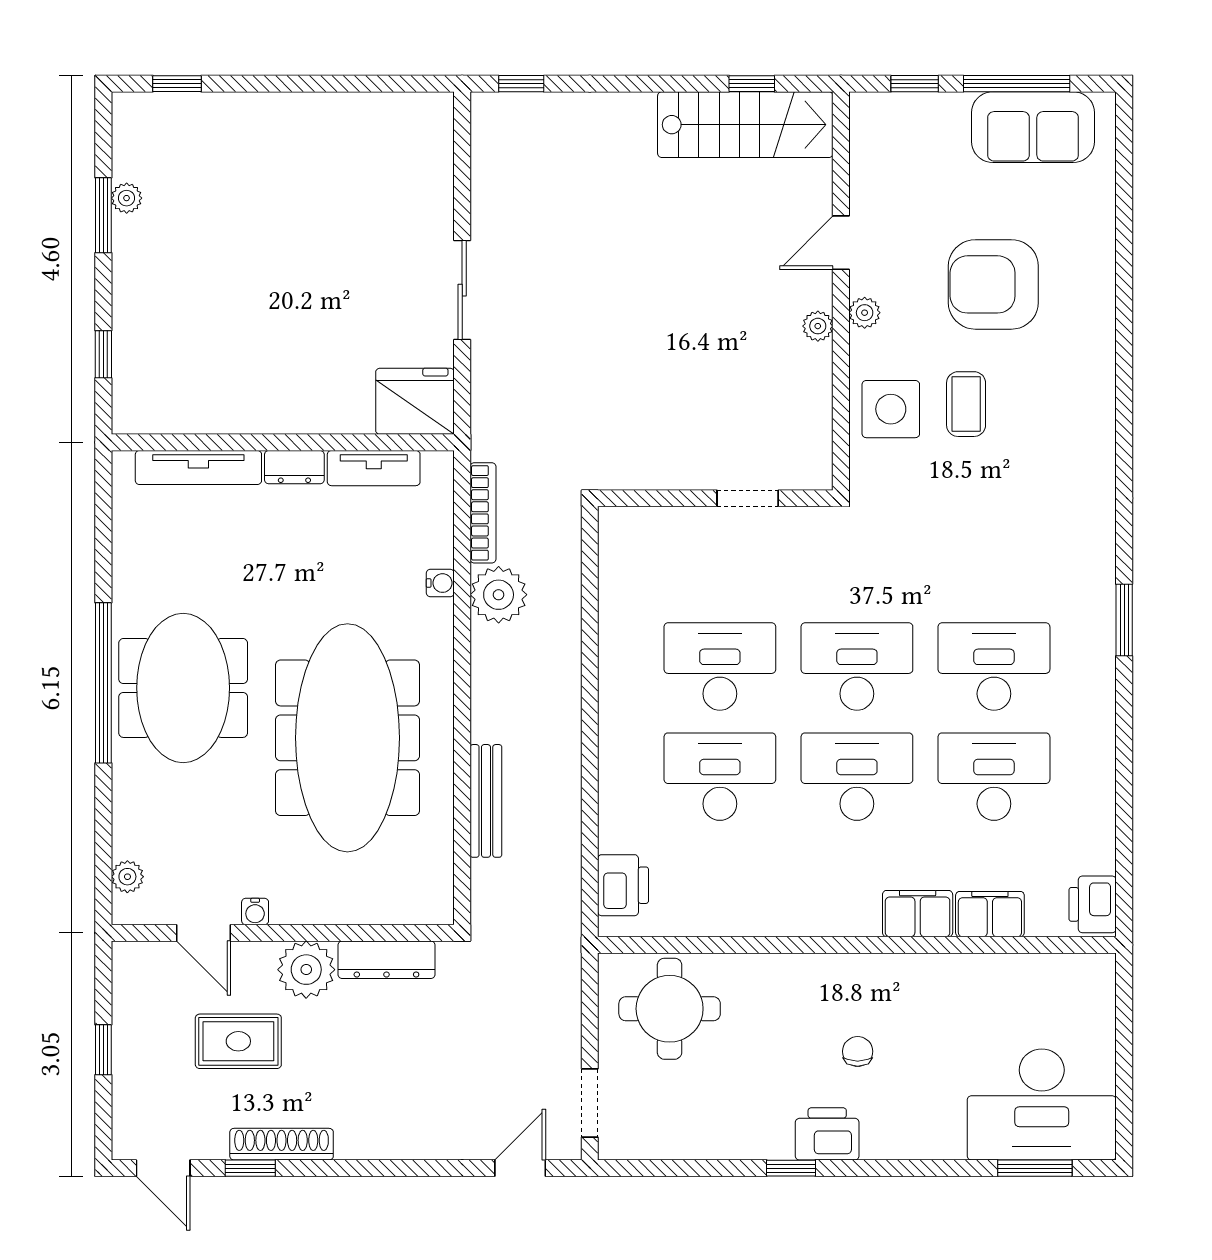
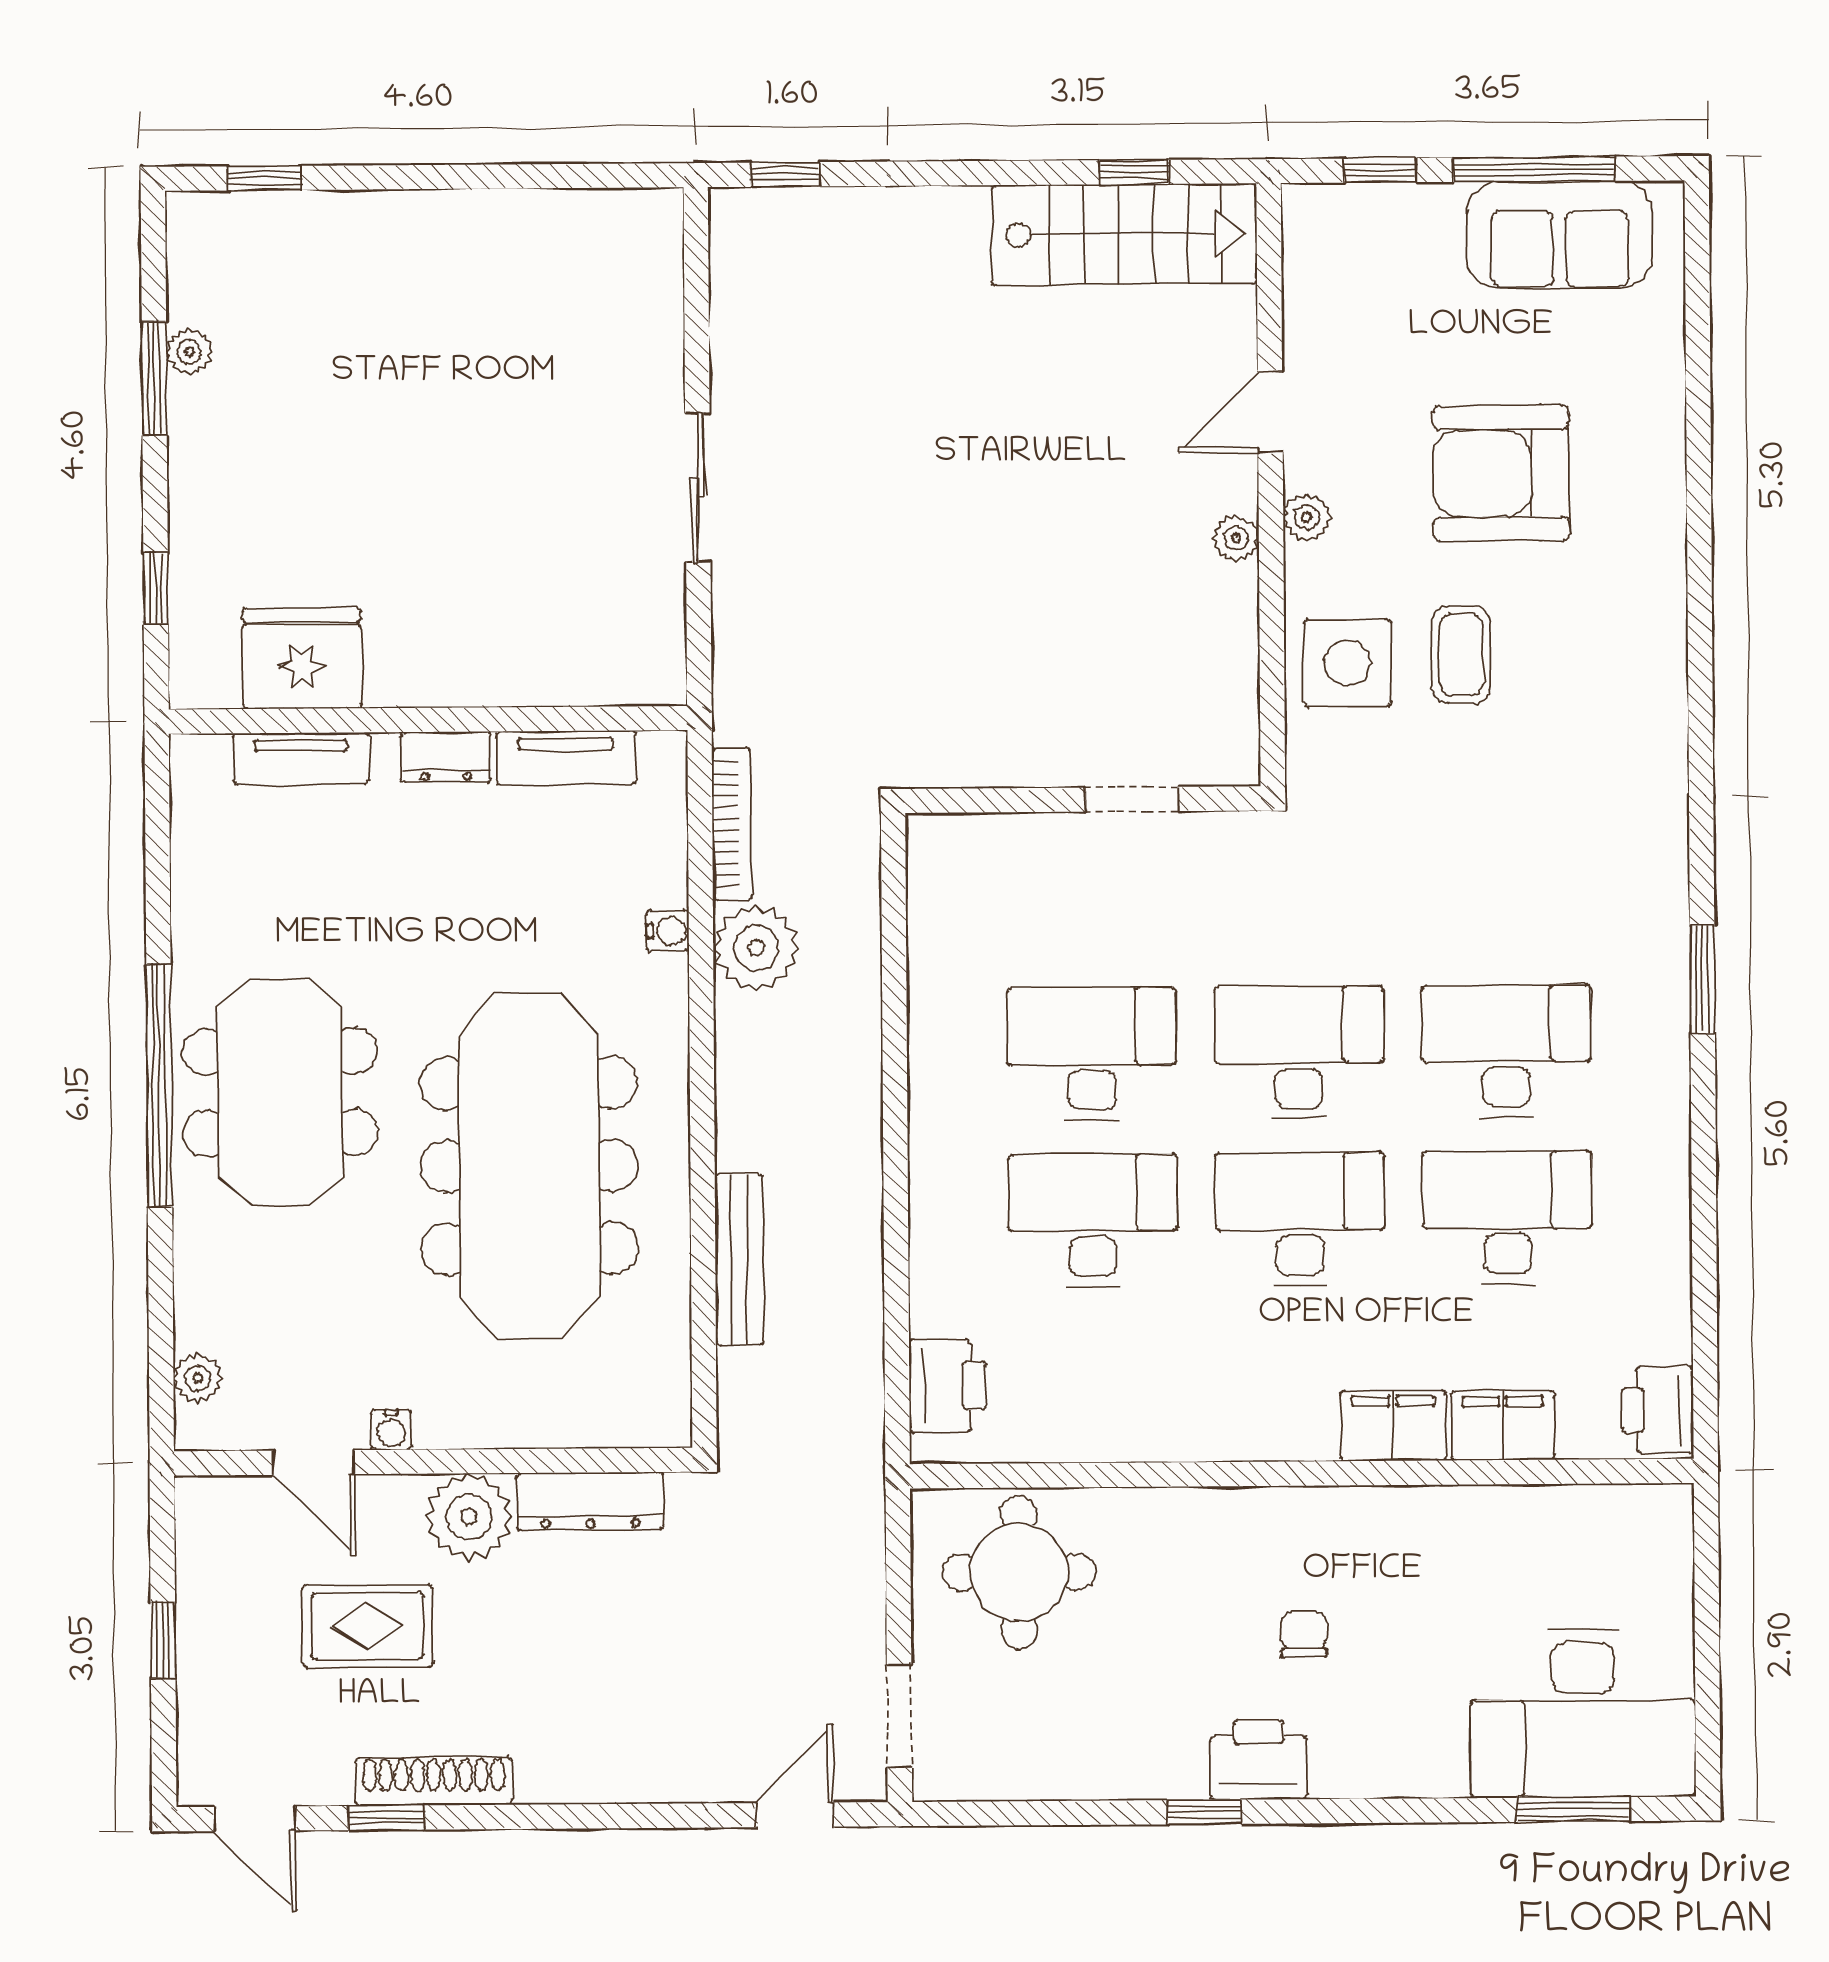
fridge: (415, 401) -> (302, 658), moved
tv unit: (198, 468) -> (301, 759), width x0.71

